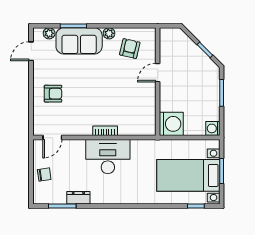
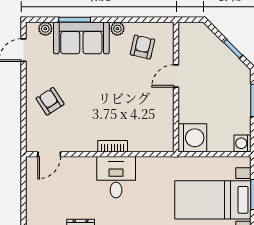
armchair: (53, 94) -> (50, 101), turned -123
desk: (108, 157) -> (116, 177), width x0.73
chair: (44, 175) -> (39, 199), removed

